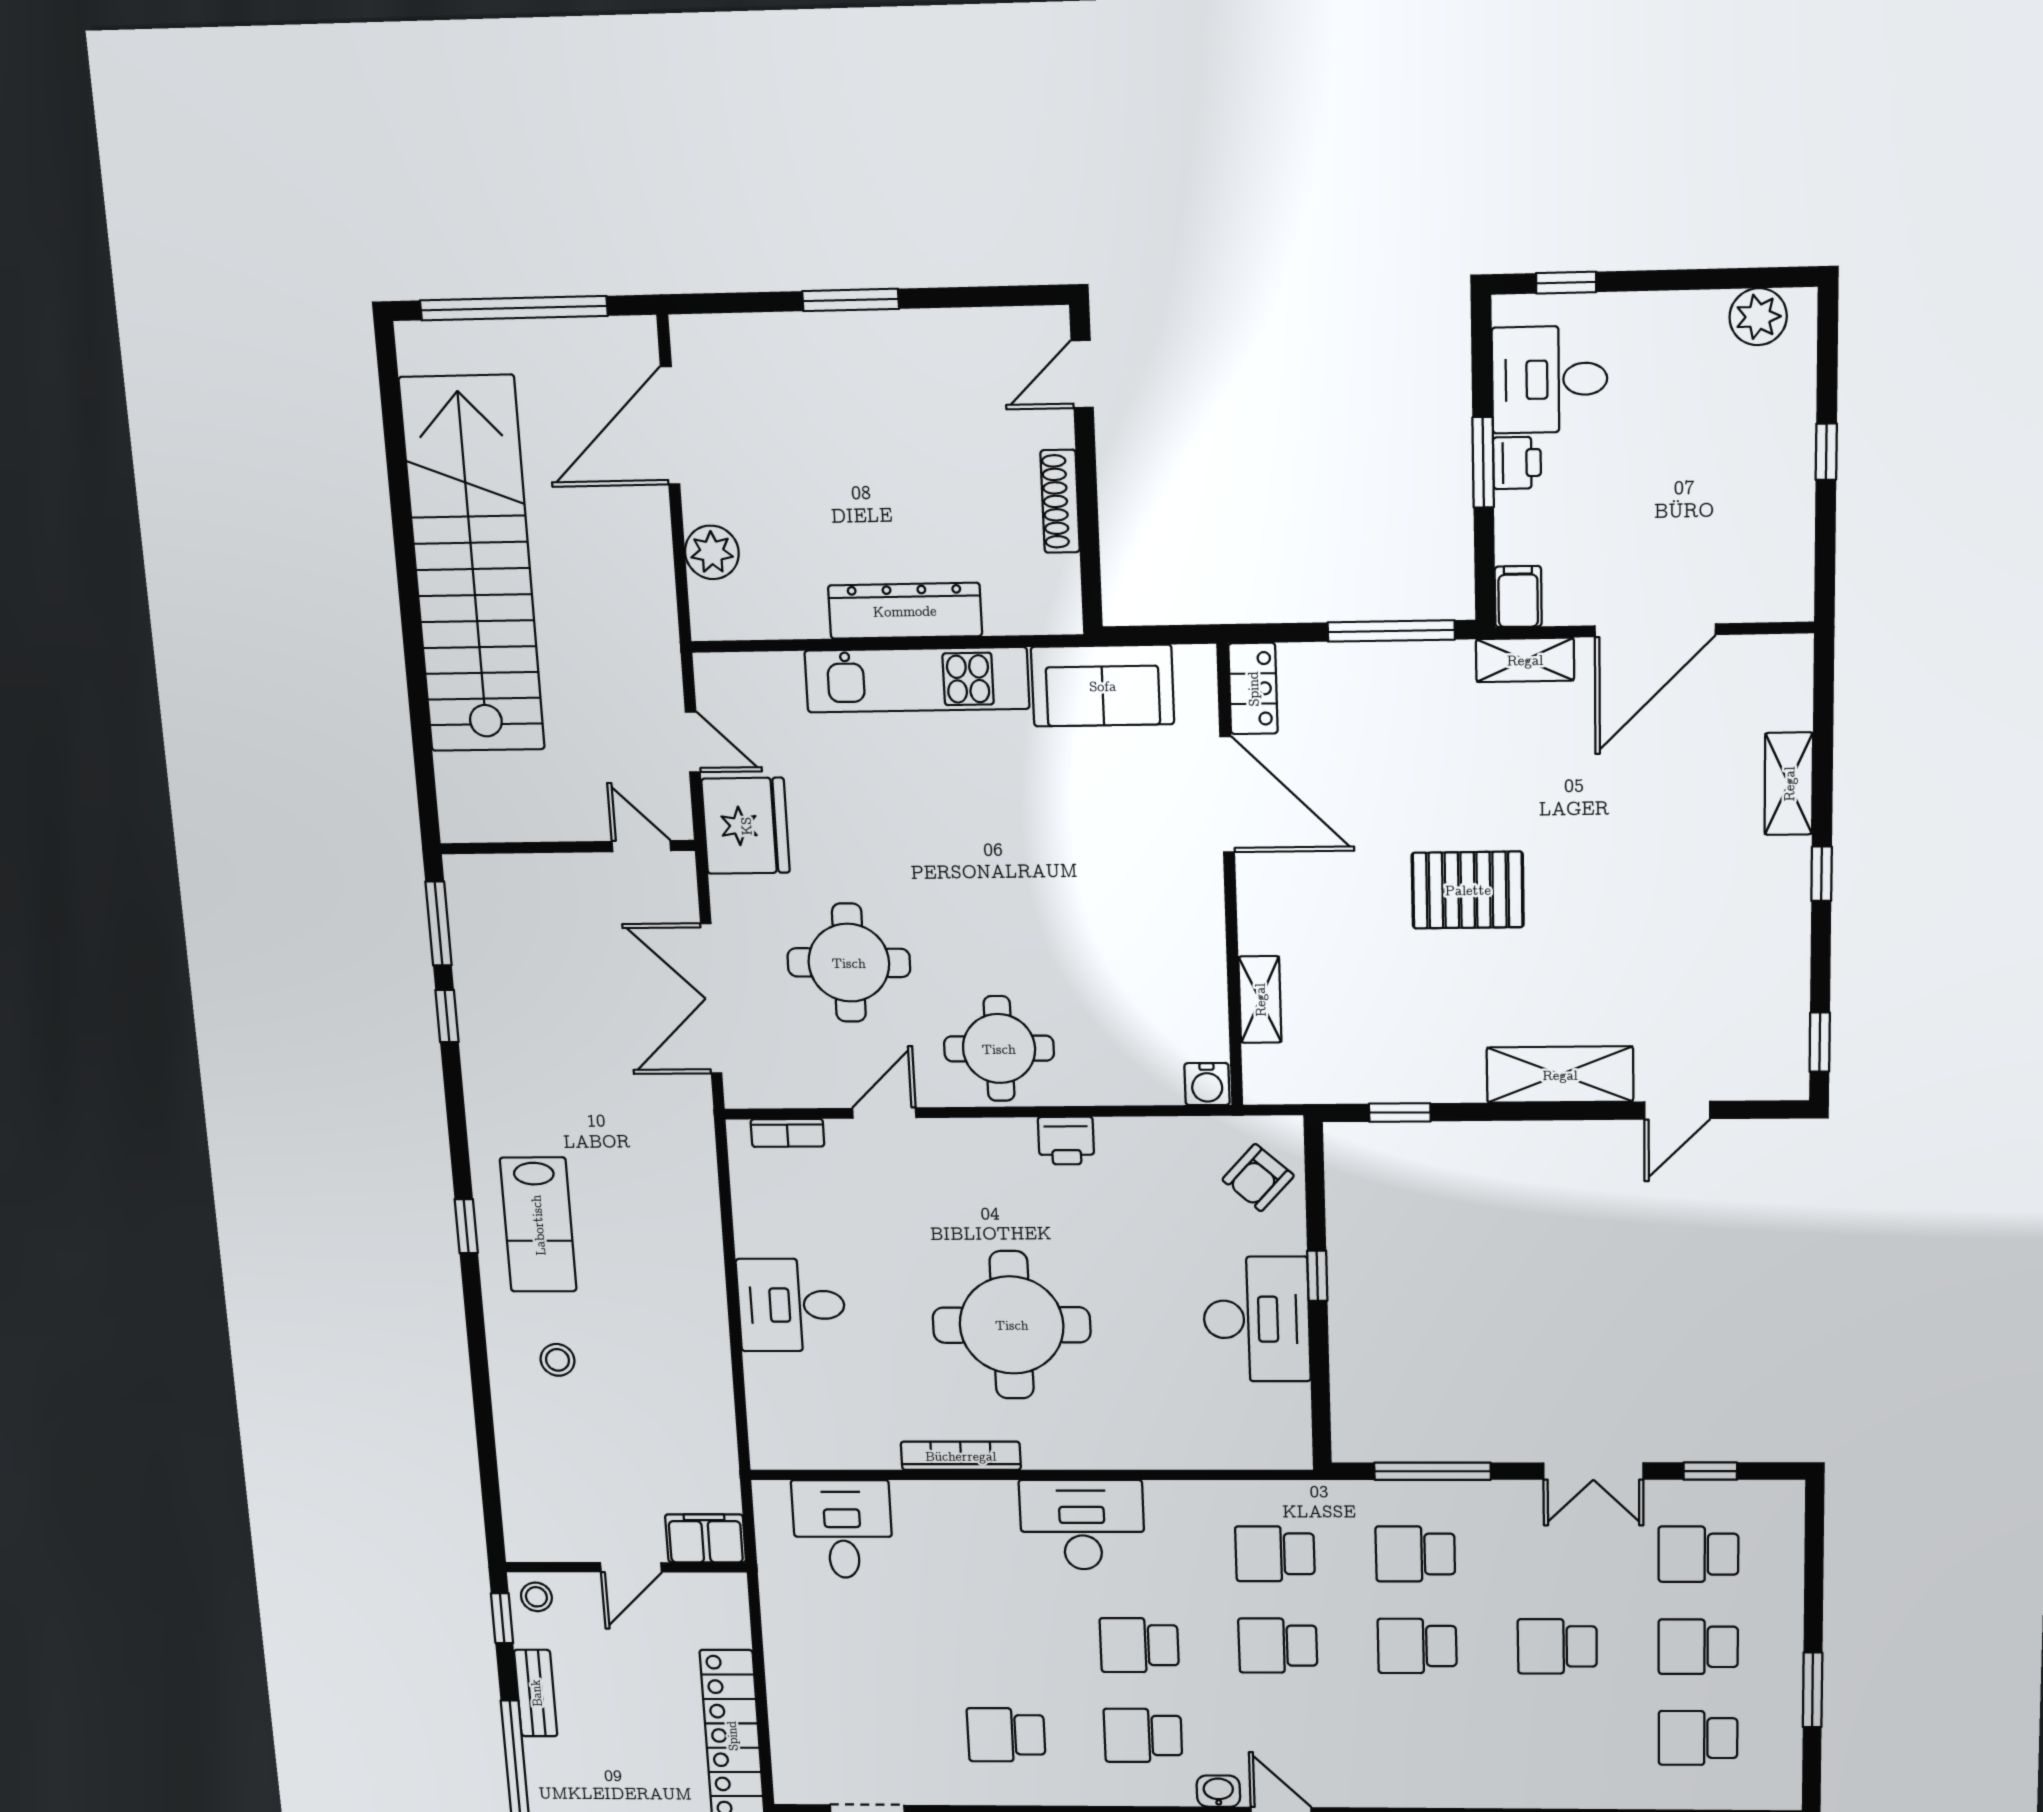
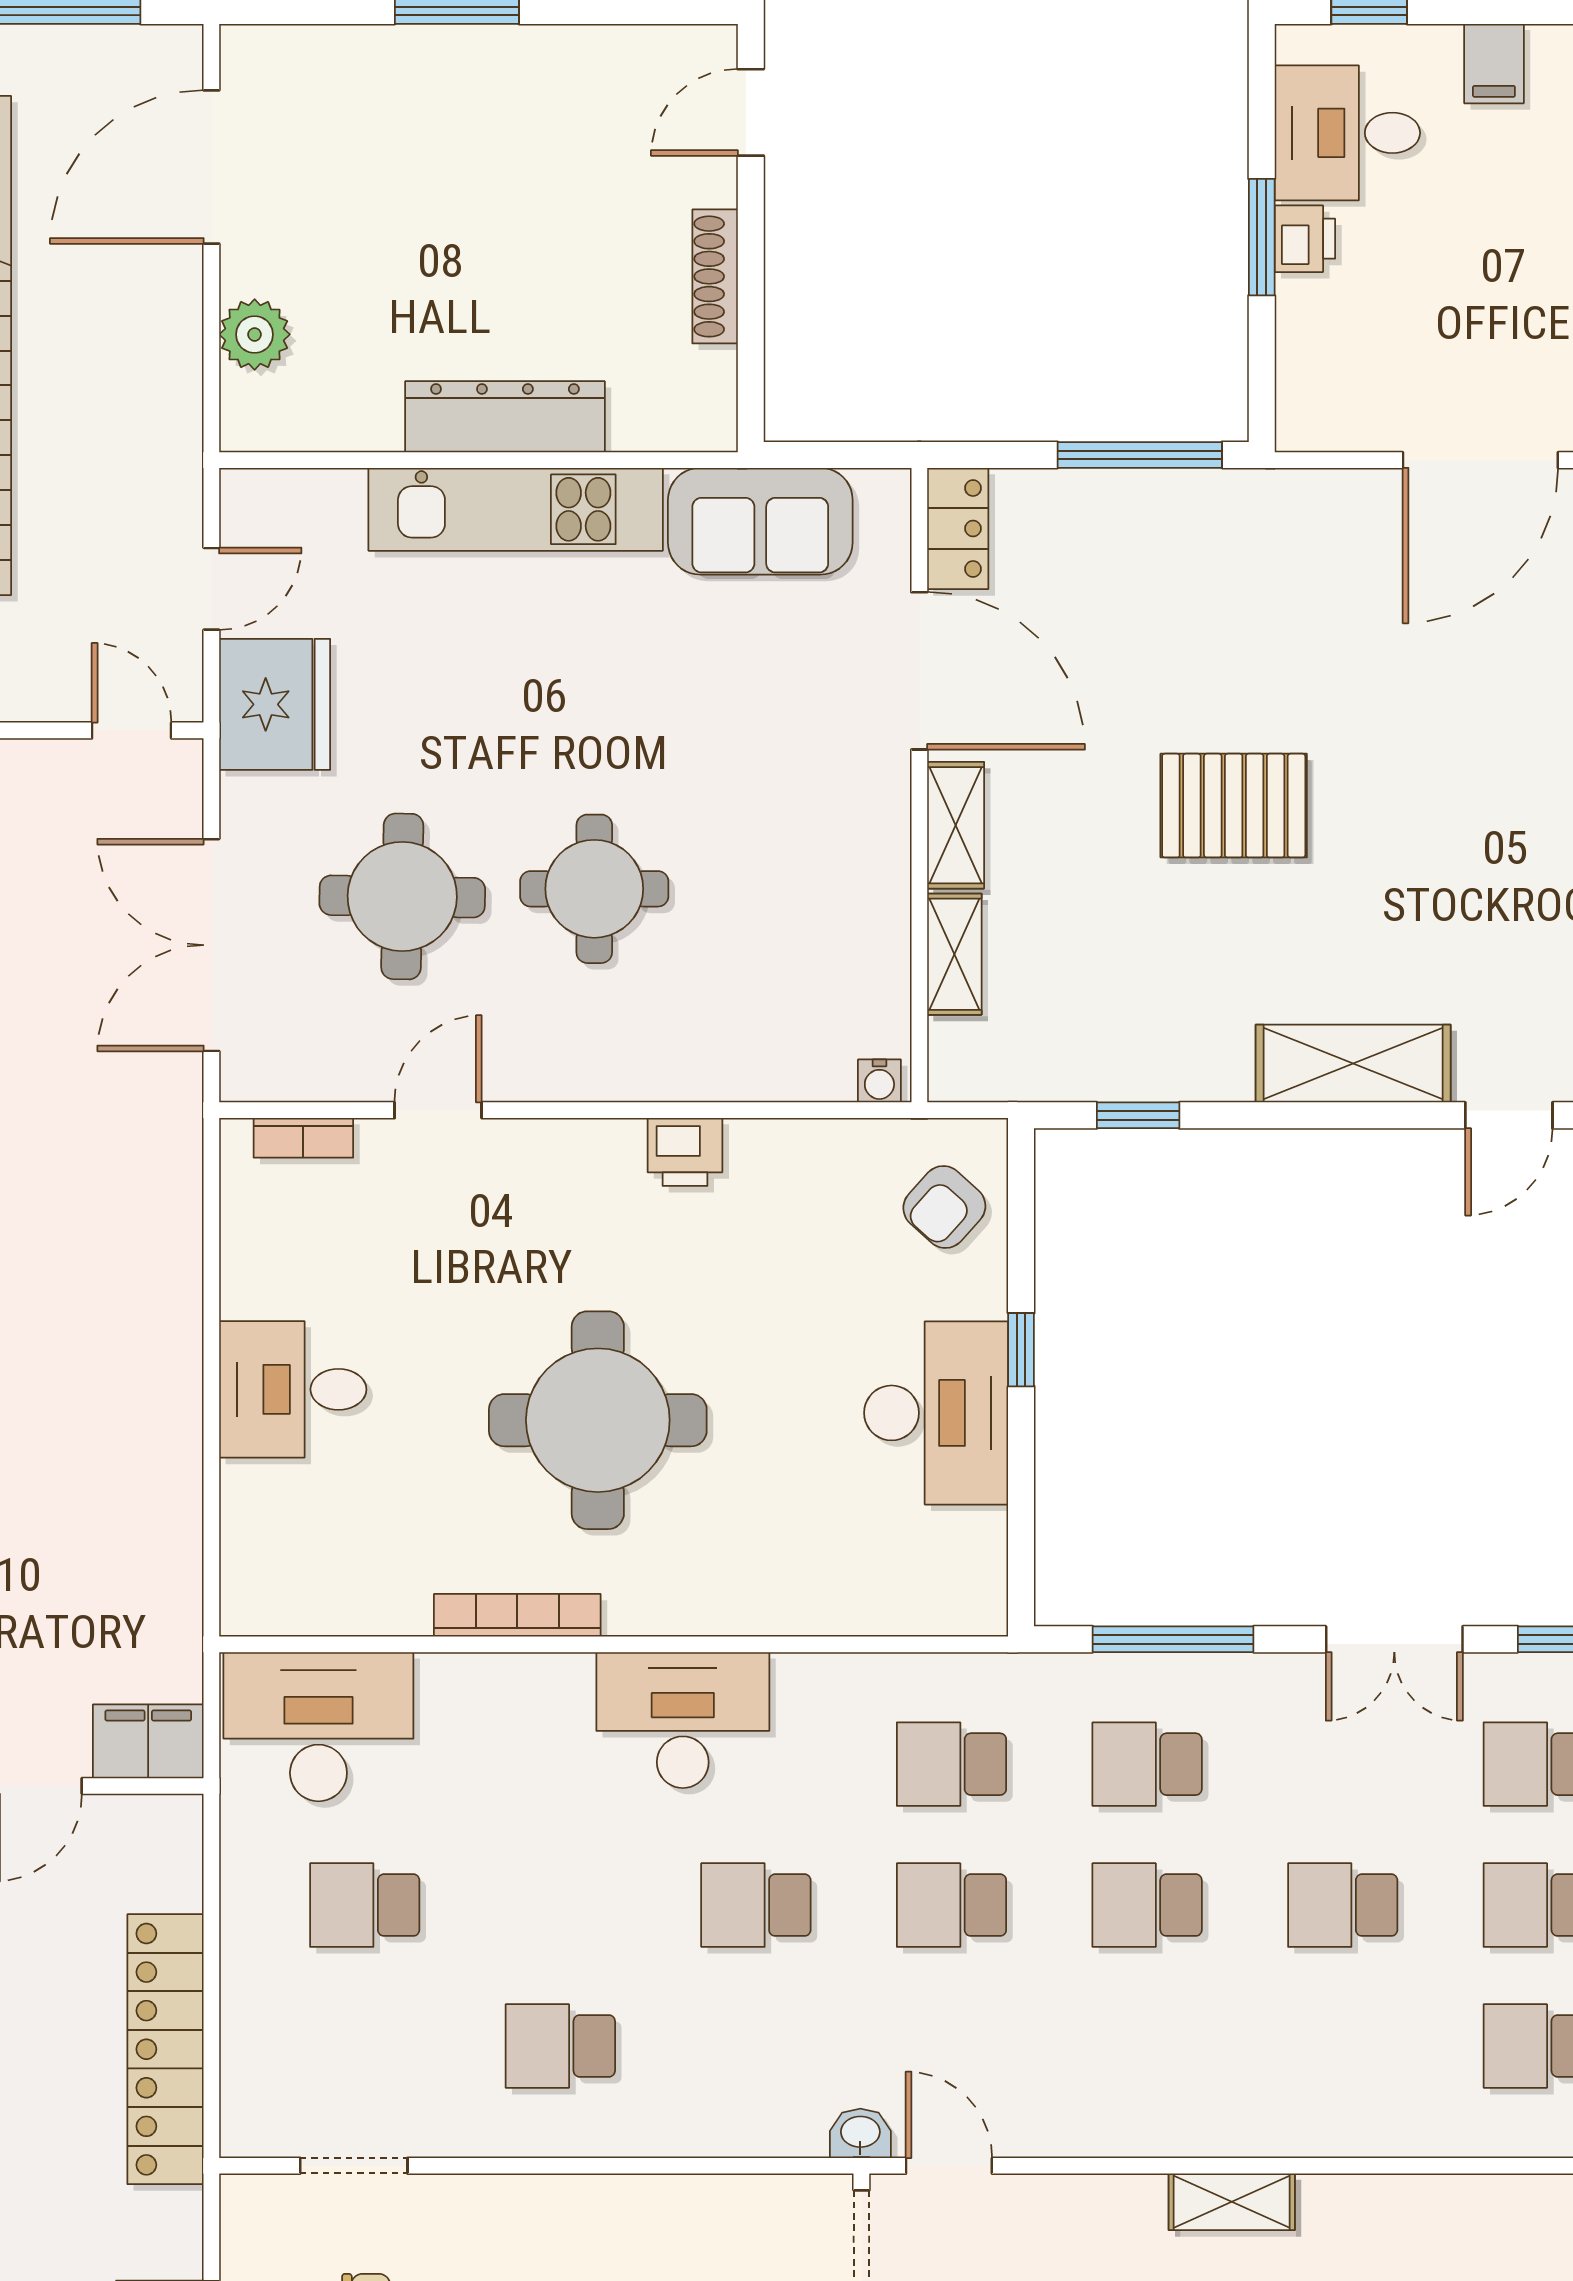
filing cabinet: (1518, 597) -> (1494, 64), moved, turned 180
shelving: (1525, 660) -> (956, 825), moved, turned 90
door: (693, 742) -> (211, 589), hinge flipped
round table: (999, 1049) -> (594, 889), moved
water cooler: (1207, 1084) -> (879, 1081), width x0.72, depth x0.72
desk: (843, 1529) -> (318, 1727), width x1.37
school desk: (1143, 1735) -> (365, 1905), moved

